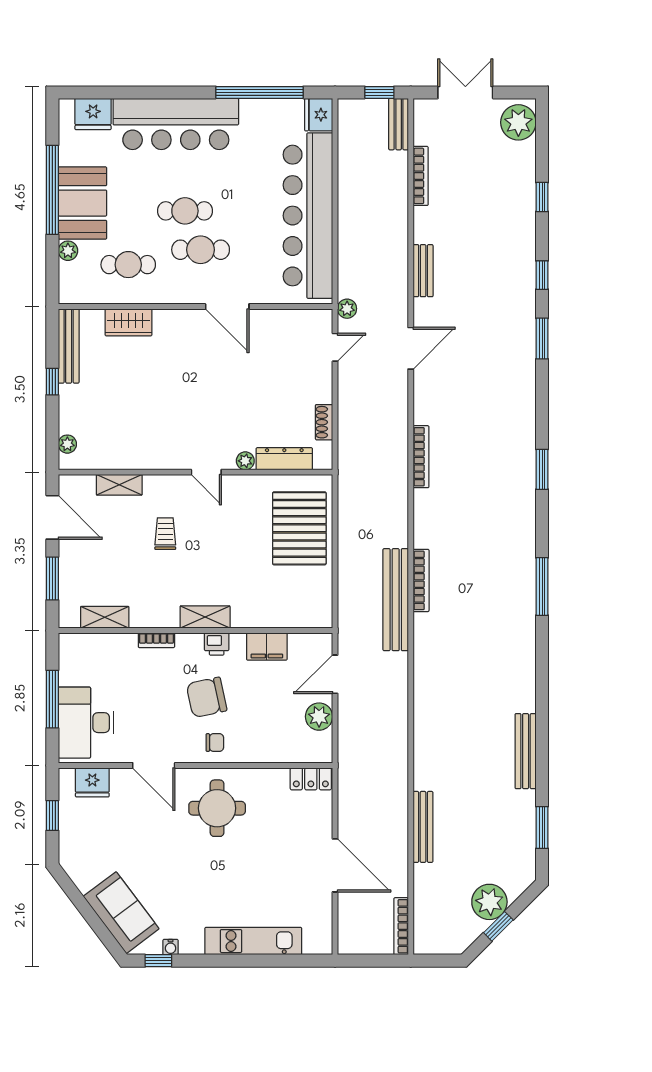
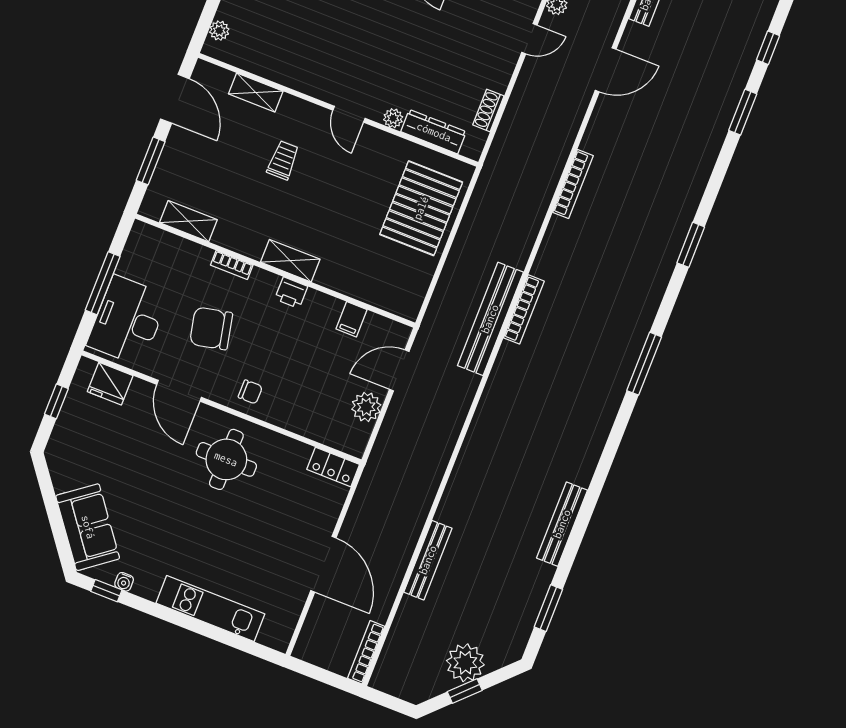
filing cabinet: (267, 647) -> (351, 319), width x0.50
chair: (207, 697) -> (211, 328), moved

